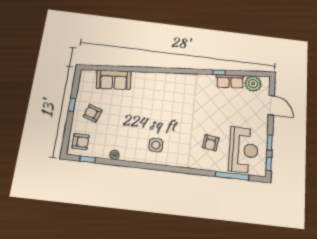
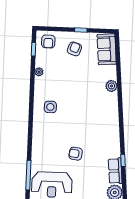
plant: (138, 78) -> (111, 86), added
sofa: (114, 80) -> (107, 49), moved
armchair: (211, 143) -> (76, 154), moved

